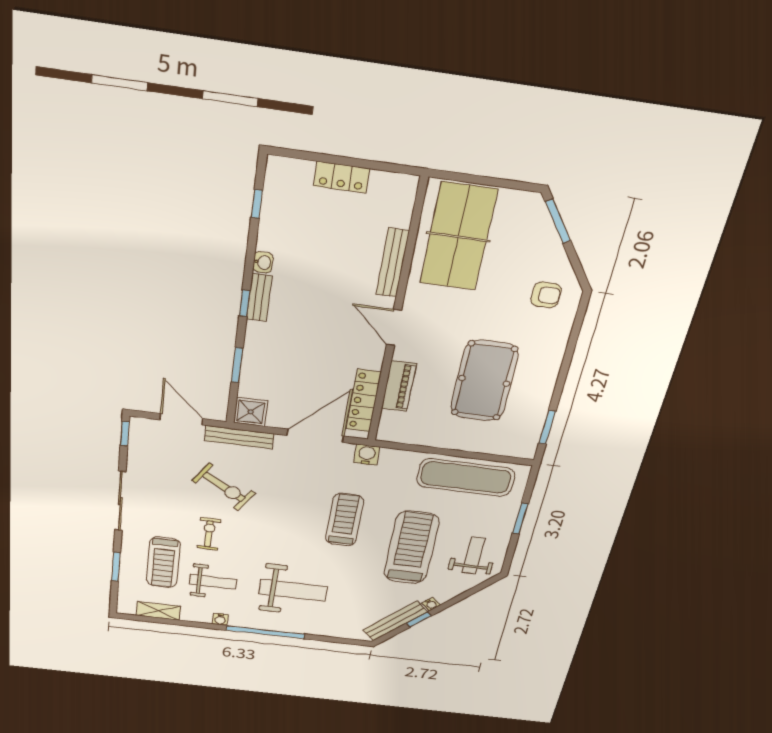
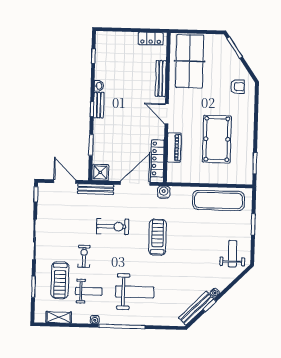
locker: (342, 177) -> (151, 39), moved
exercise bike: (224, 487) -> (113, 227), moved, turned -32
treadmill: (411, 548) -> (197, 252), removed

